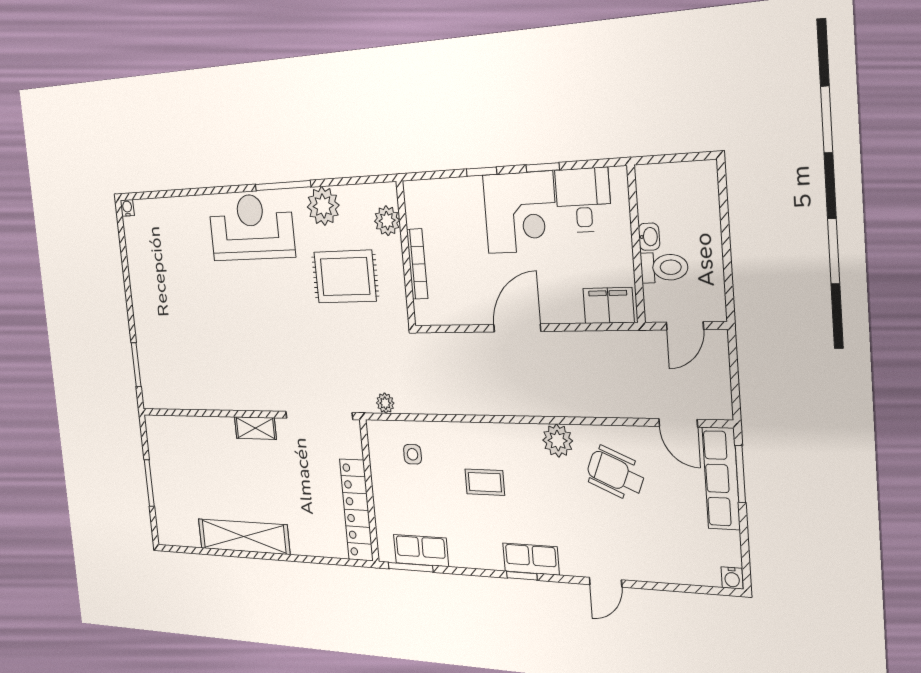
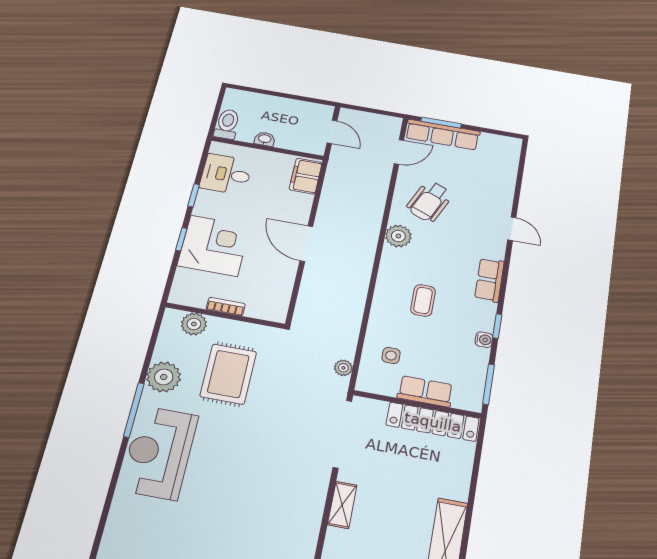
corner desk: (520, 213) -> (214, 246), moved
bookcase: (417, 264) -> (226, 307), width x0.64
toilet: (664, 267) -> (227, 124), moved
row of seats: (421, 551) -> (425, 391), moved, turned 90
window: (522, 576) -> (497, 326), moved
water cooler: (732, 578) -> (484, 340), moved

